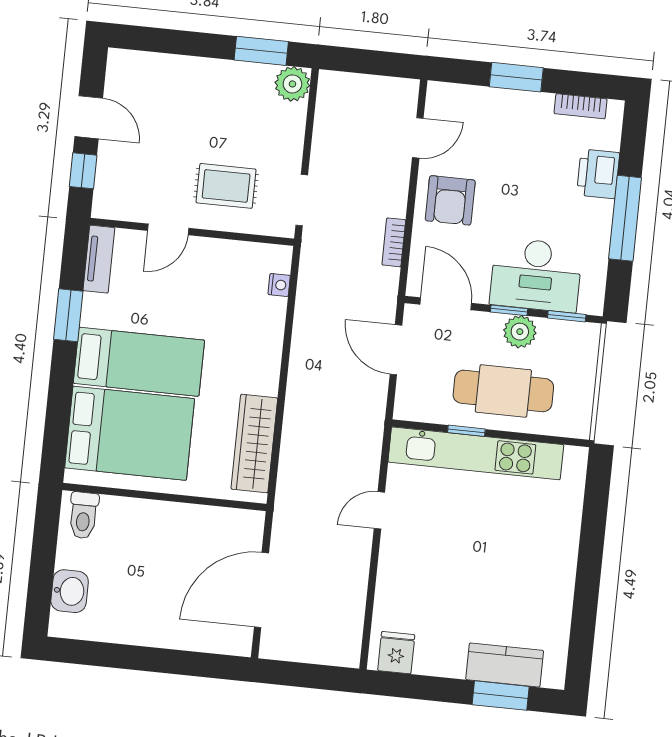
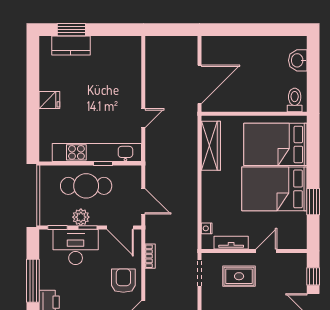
tv unit: (99, 259) -> (231, 243), moved, turned 90
bed: (139, 362) -> (274, 189), width x1.50
door: (261, 590) -> (199, 84), moved
fridge: (396, 653) -> (49, 100), moved, turned -90

